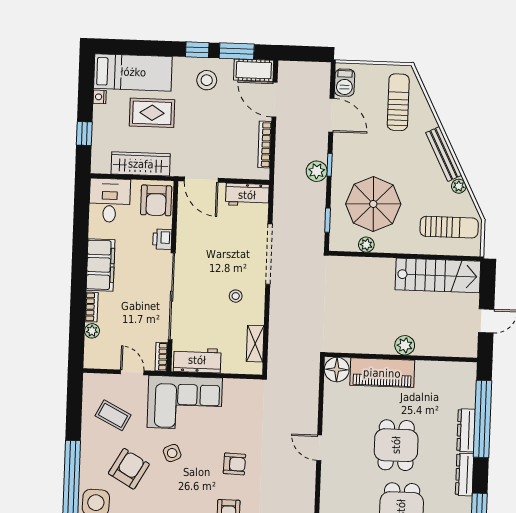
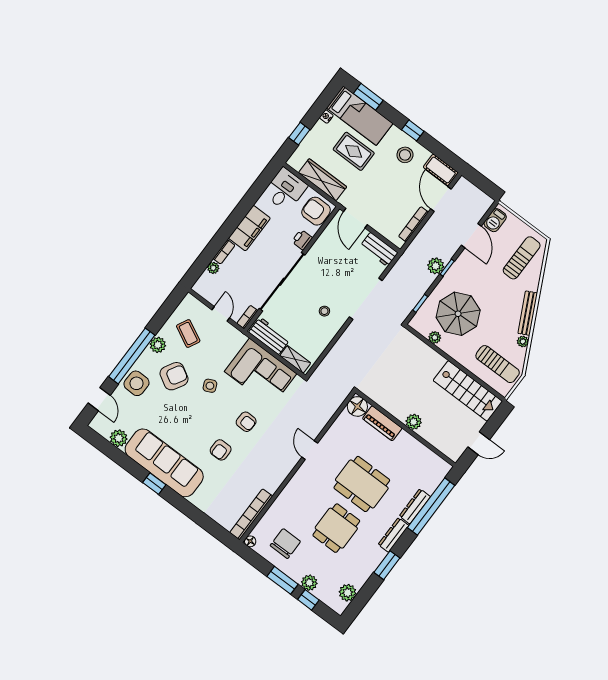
window: (237, 51) -> (368, 97), moved
armchair: (156, 200) -> (316, 211), turned 90
shelving: (255, 344) -> (295, 359), moved, turned 90
piano: (382, 373) -> (382, 423), width x0.73, depth x0.75
corner sofa: (185, 403) -> (260, 373), moved
dining table: (396, 445) -> (362, 484), width x1.38
plant: (90, 448) -> (158, 345), added

